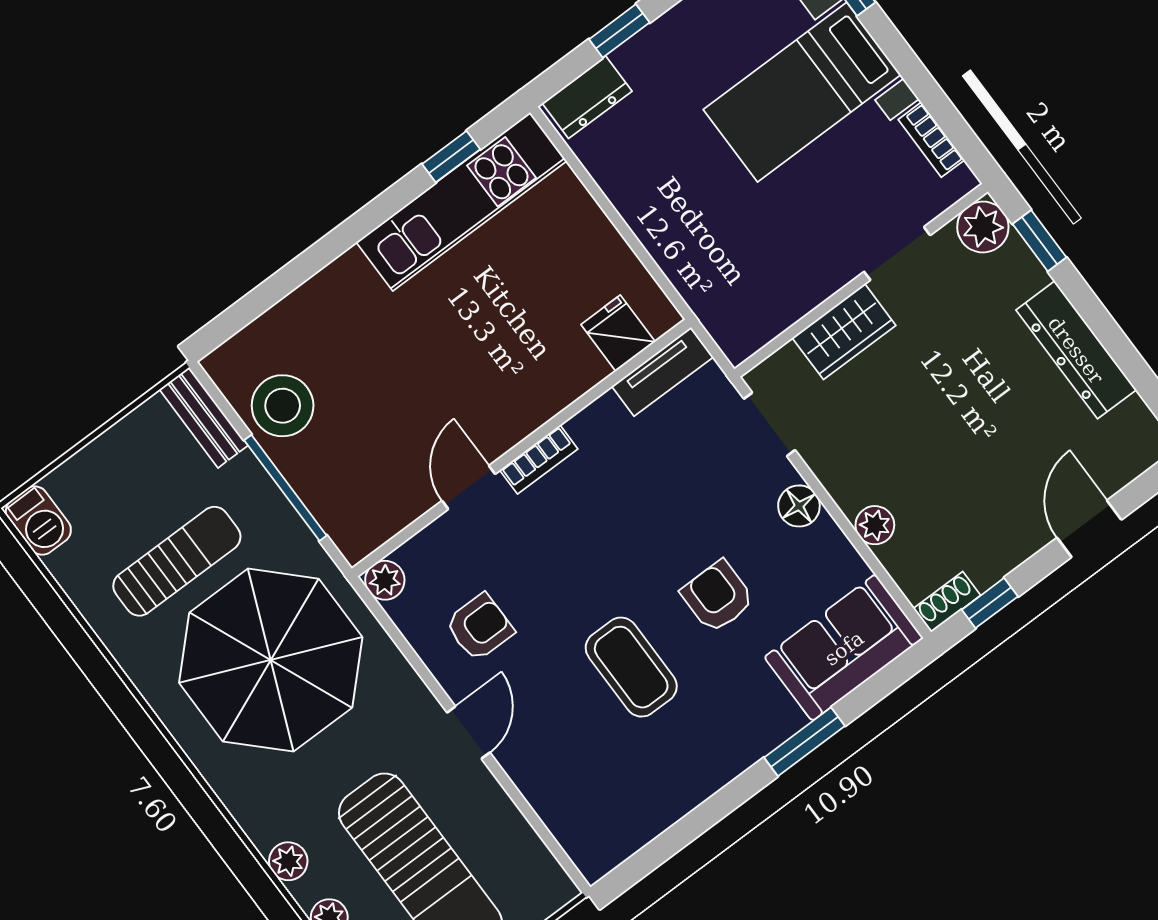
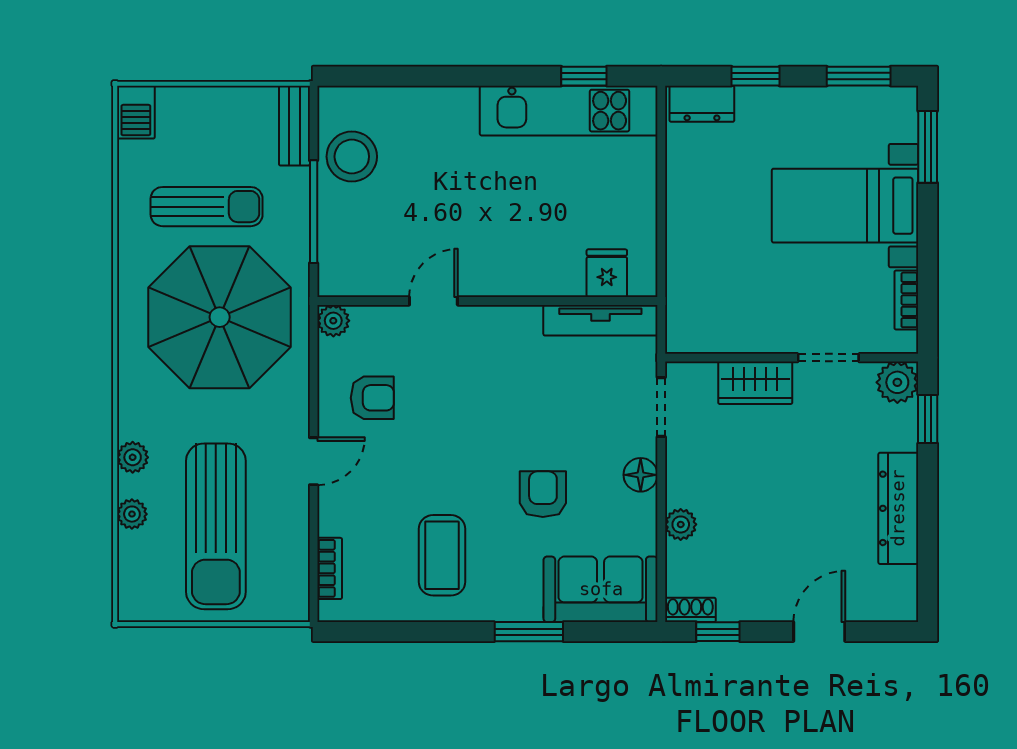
tv unit: (663, 372) -> (600, 320), width x1.41
bookcase: (539, 460) -> (330, 568), moved, turned -90
coffee table: (631, 667) -> (442, 555), moved

